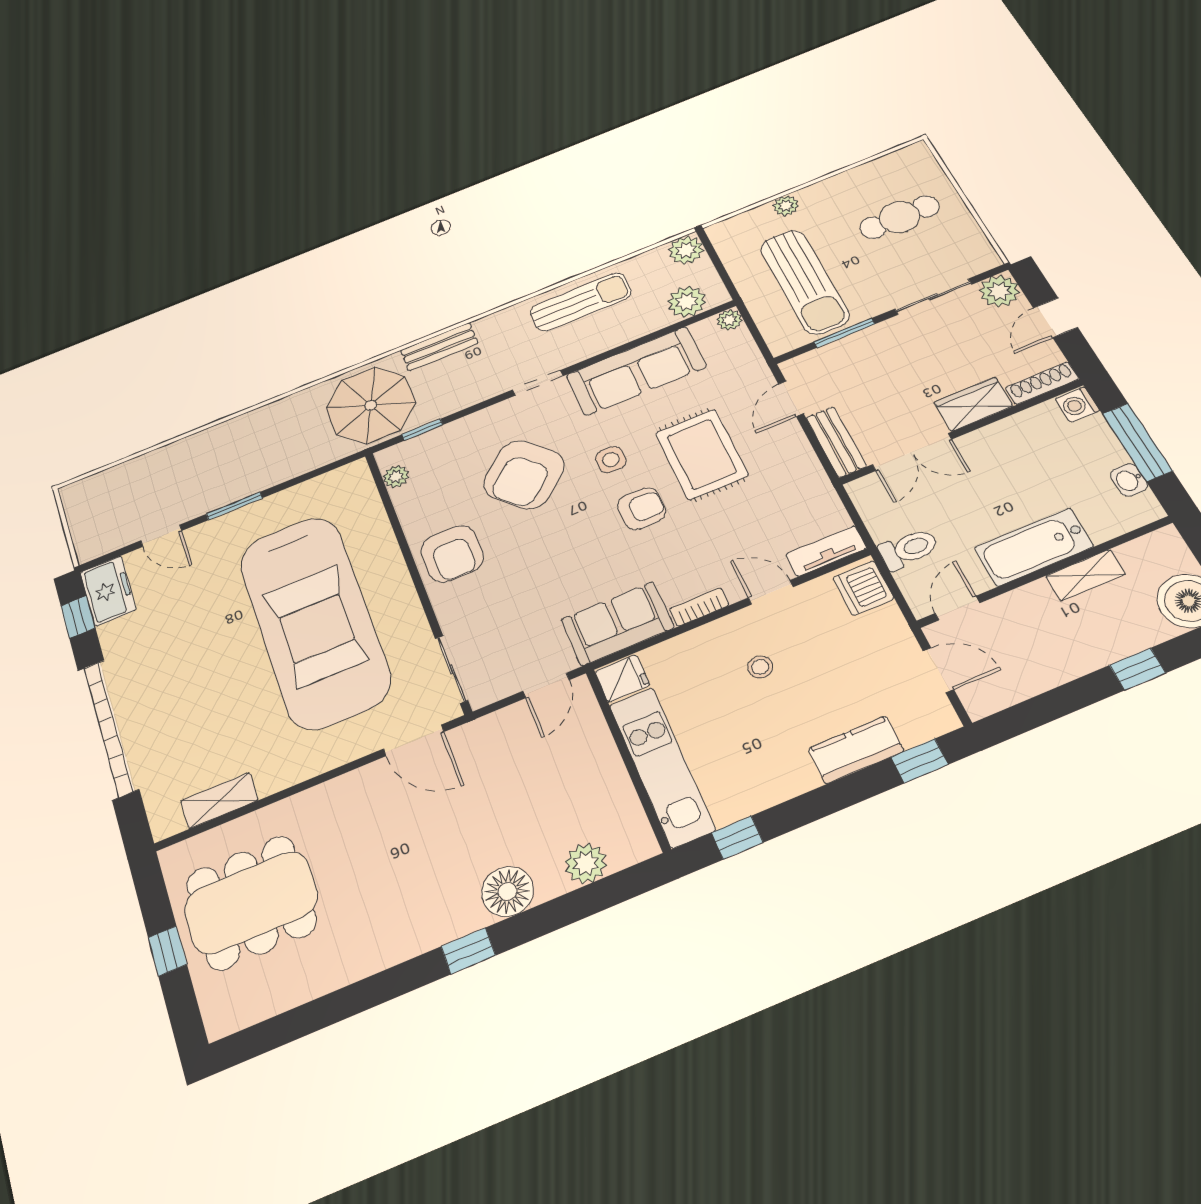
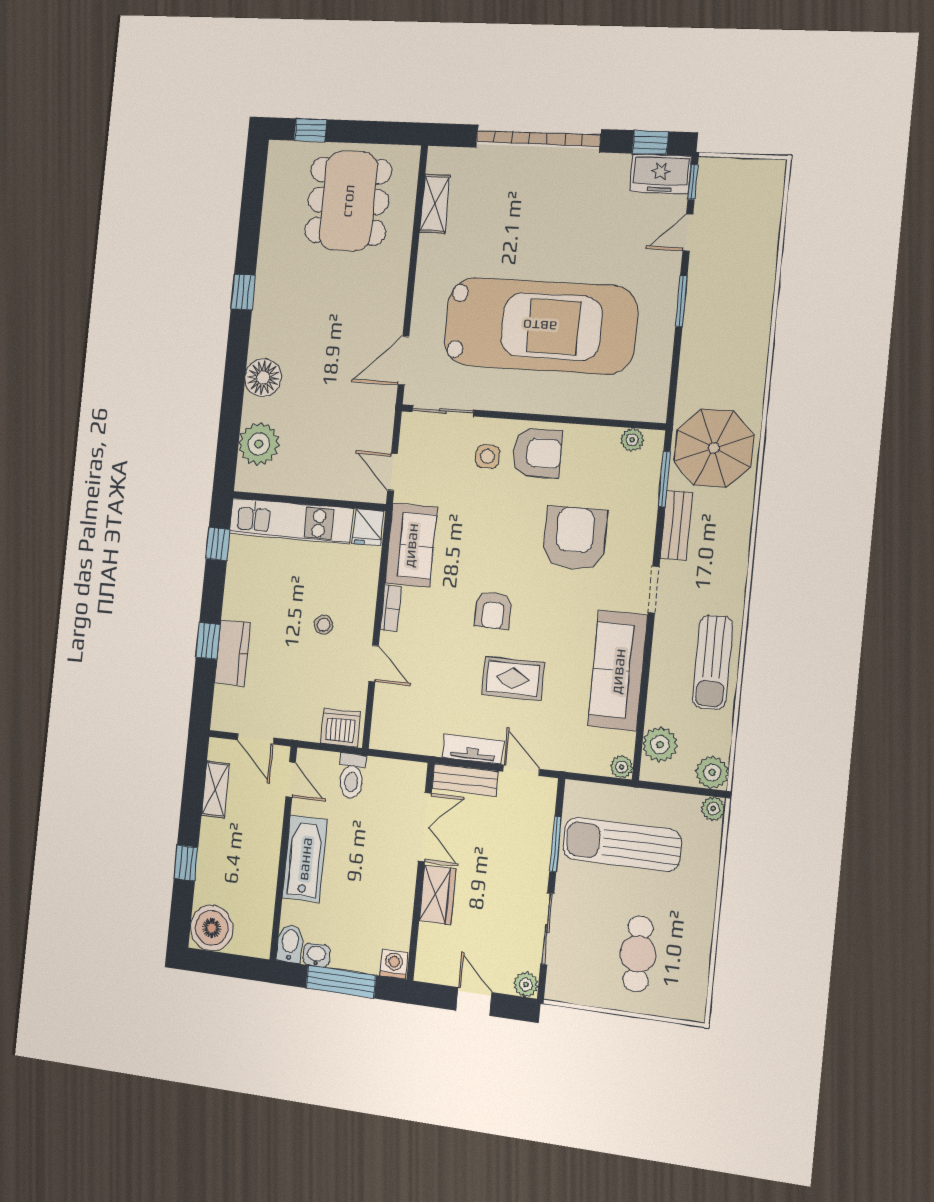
plant: (786, 206) -> (713, 809), moved
plant: (999, 291) -> (526, 984), width x0.73, depth x0.73
bench: (439, 347) -> (676, 525), moved
shoe rack: (1042, 383) -> (425, 953), removed
window: (422, 430) -> (664, 479), width x1.50
double door: (912, 452) -> (425, 827), swing flipped
rug: (702, 454) -> (513, 679), width x0.73, depth x0.70
side table: (611, 460) -> (487, 456), moved
armchair: (524, 475) -> (575, 538), turned 43
bidet: (1139, 512) -> (290, 944), added
tv unit: (826, 551) -> (473, 749), moved, turned -90
armchair: (452, 554) -> (537, 453), turned 180
window: (107, 558) -> (693, 182), added
shelving: (1085, 575) -> (216, 789), moved
door: (771, 592) -> (374, 664), hinge flipped
car: (314, 621) -> (540, 326), turned 180
door: (938, 670) -> (256, 739), hinge flipped
window: (920, 761) -> (208, 641), moved
plant: (586, 863) -> (259, 444), width x1.36, depth x1.36
window: (167, 951) -> (310, 130), moved
window: (468, 951) -> (243, 292), moved

